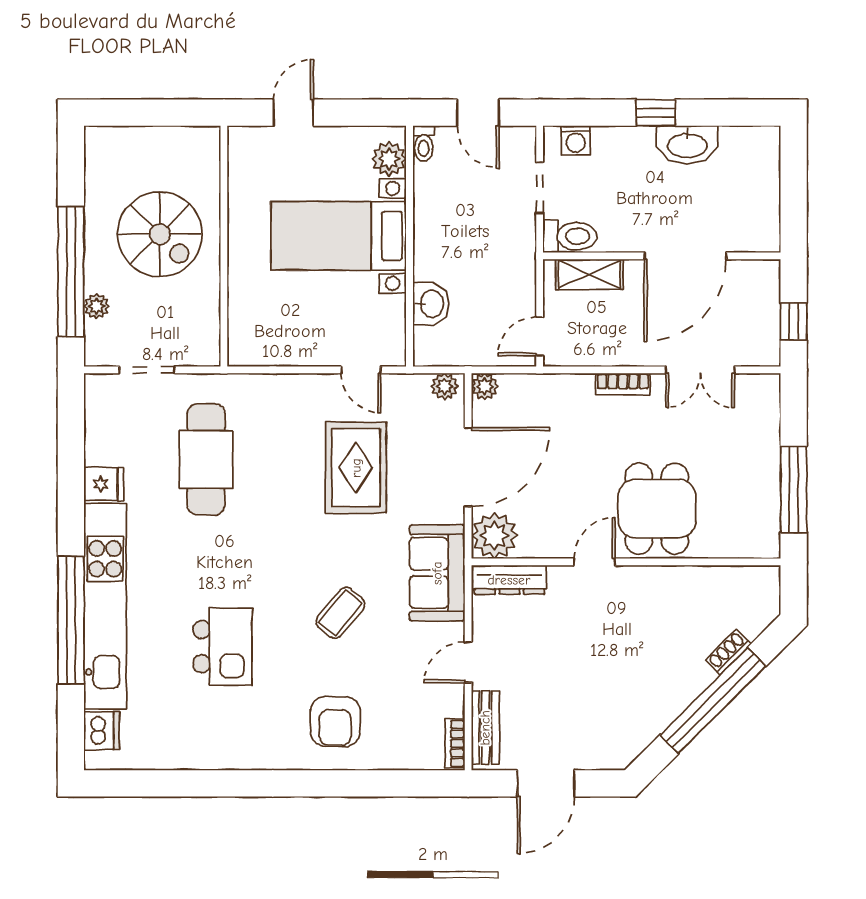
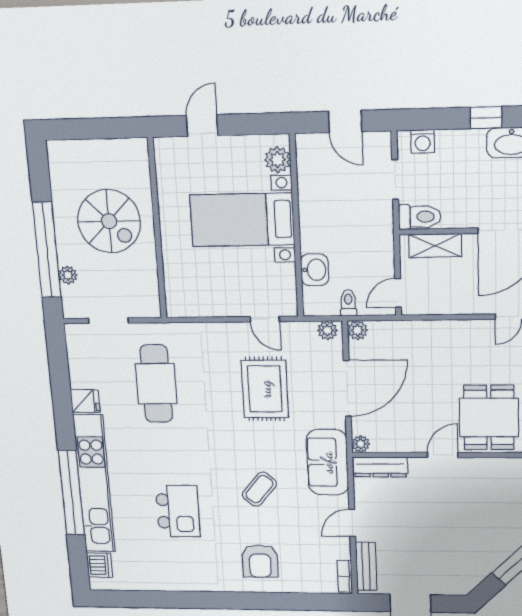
toilet: (424, 143) -> (348, 303), moved, turned 180
bookcase: (623, 384) -> (462, 327), removed
plant: (494, 536) -> (361, 444), width x0.53, depth x0.53

